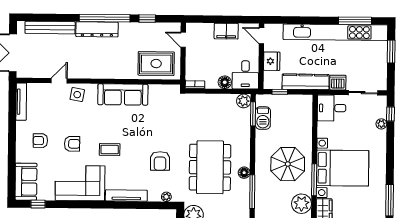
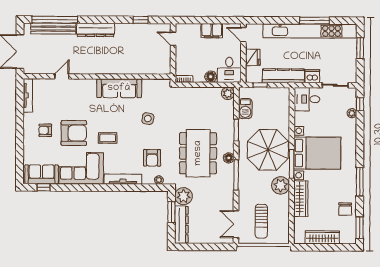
window: (105, 18) -> (55, 20), moved
window: (355, 21) -> (315, 21), moved
rug: (156, 64) -> (149, 60), removed
side table: (77, 95) -> (148, 119), moved
window: (253, 114) -> (236, 130), moved
armchair: (72, 144) -> (74, 133), width x1.88, depth x1.88
armchair: (160, 161) -> (152, 158), moved
parasol: (288, 164) -> (268, 150), width x1.36, depth x1.36
sofa: (26, 182) -> (42, 174), moved, turned -90

